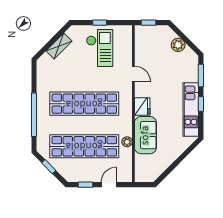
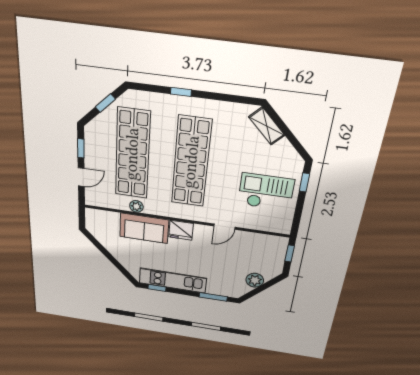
window: (100, 23) -> (304, 182), moved
shelving: (59, 46) -> (267, 126), moved
checkout: (100, 48) -> (266, 192), turned 180
window: (201, 104) -> (157, 288), moved
window: (34, 115) -> (181, 92), width x0.32
door: (109, 185) -> (81, 177), hinge flipped

